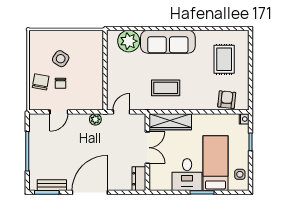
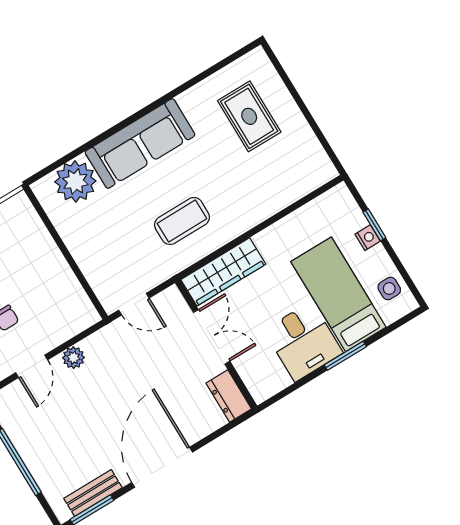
armchair: (227, 100) -> (294, 180), removed
door: (122, 112) -> (134, 304), swing flipped
plant: (95, 119) -> (73, 358), moved
nightstand: (244, 119) -> (368, 238), moved

